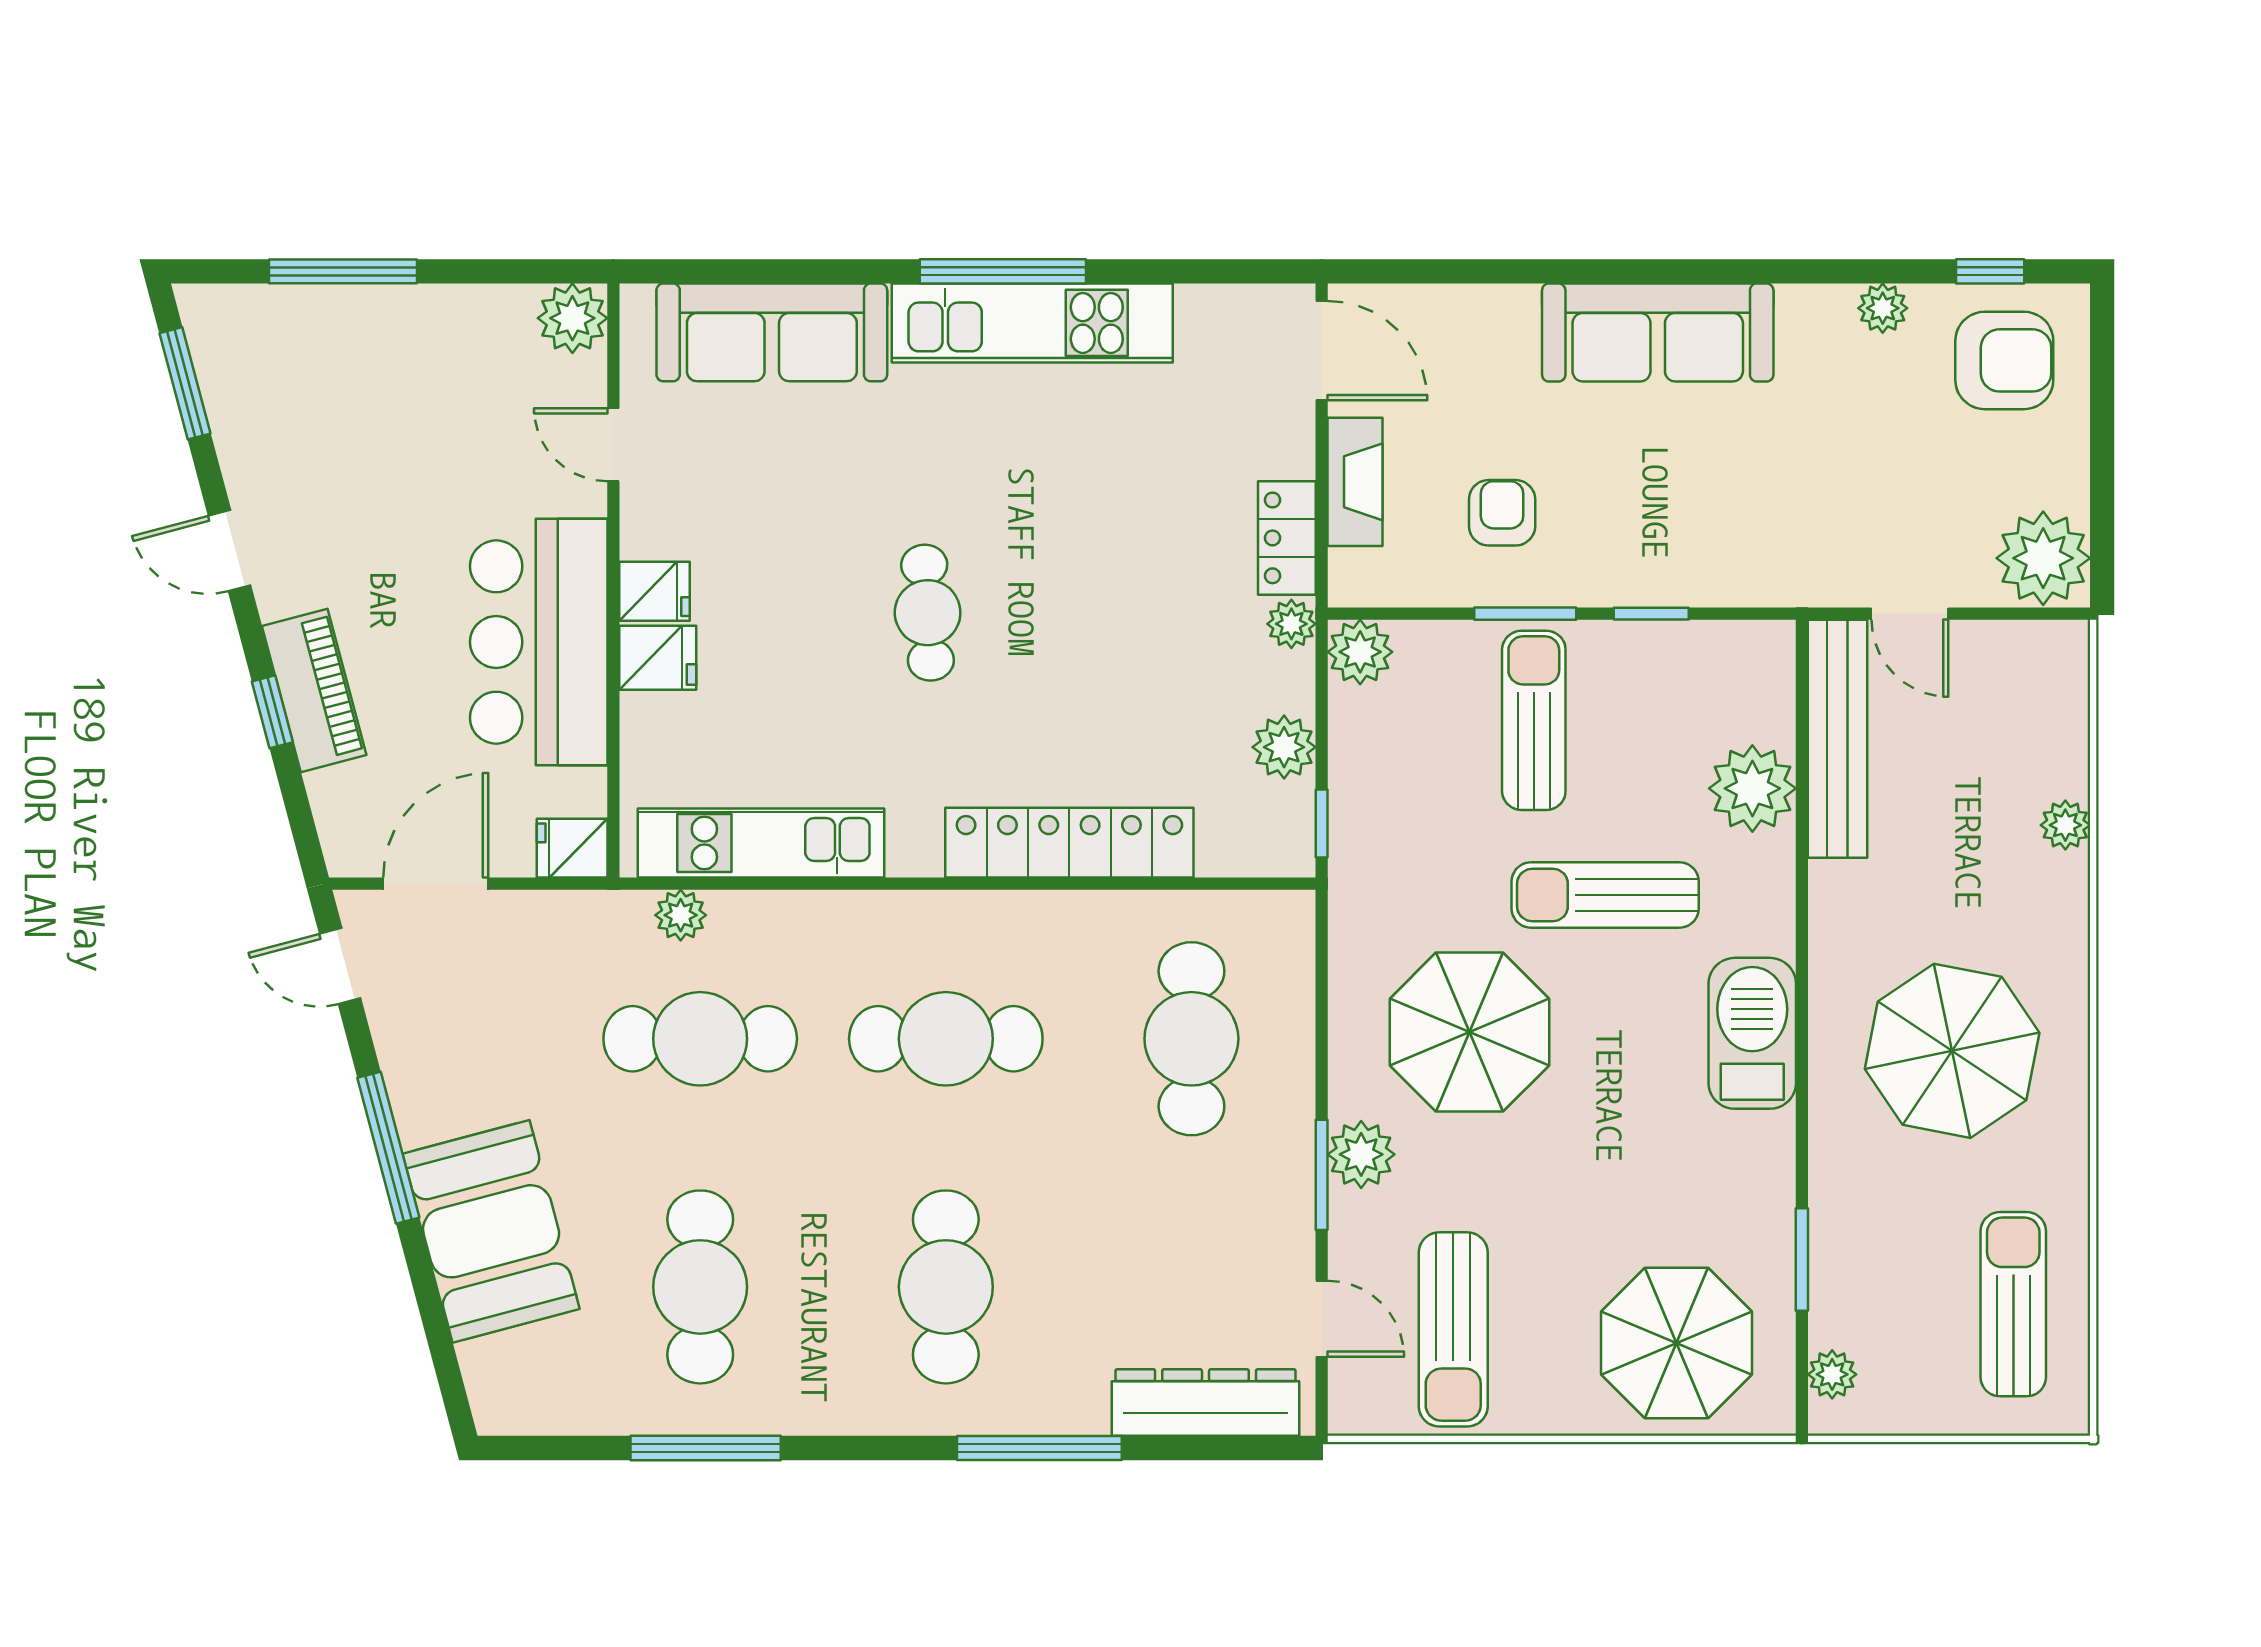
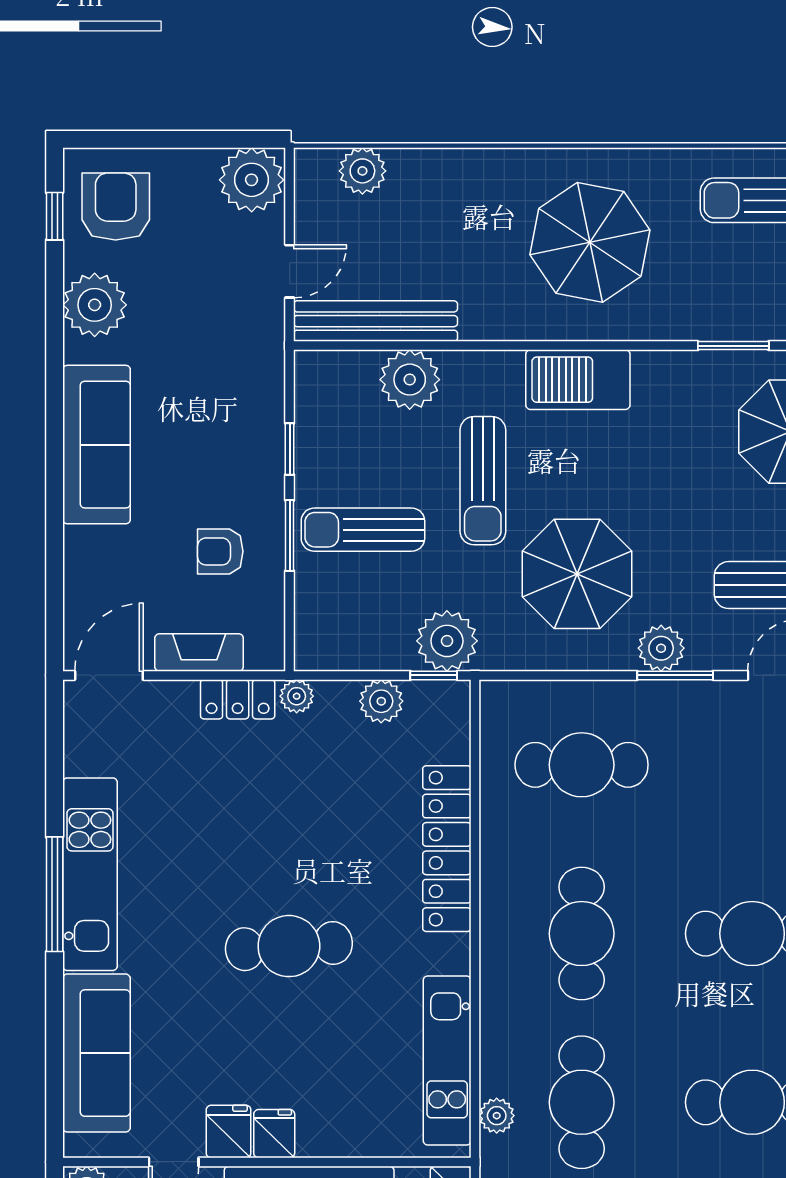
plant: (1883, 308) -> (95, 305), width x1.88, depth x1.88
cafe table: (928, 613) -> (289, 946), width x1.37, depth x1.35
plant: (1360, 652) -> (447, 641), moved, width x1.36, depth x1.36
fridge: (658, 658) -> (229, 1131), moved
plant: (2065, 825) -> (362, 171), moved, width x1.38, depth x1.38

